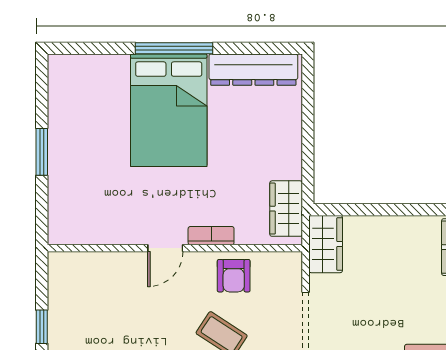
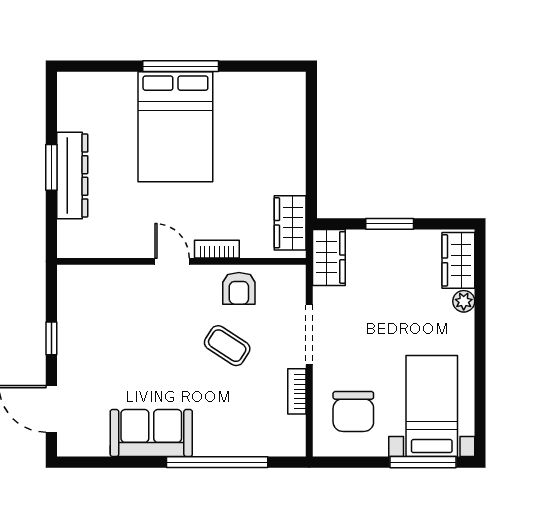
dresser: (253, 70) -> (72, 176), moved, turned -90
window: (388, 210) -> (390, 224), added
door: (165, 248) -> (172, 261), swing flipped

